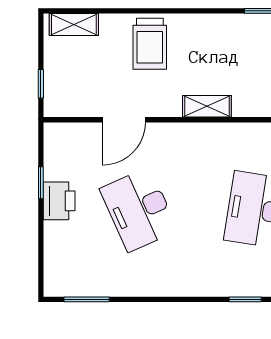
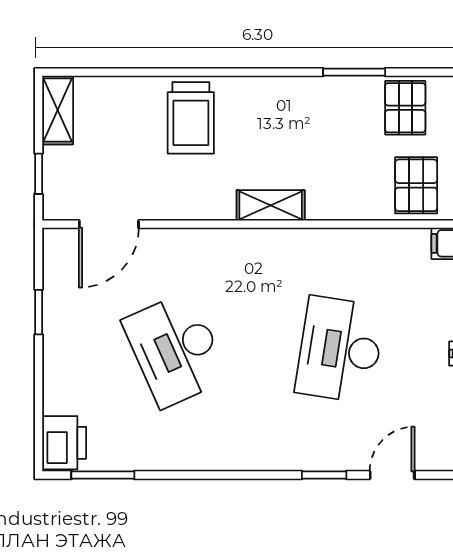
shelving: (74, 25) -> (58, 110), moved, turned 90
door: (124, 120) -> (109, 224), moved
printer: (59, 201) -> (64, 443), moved

